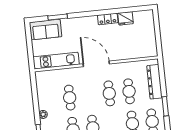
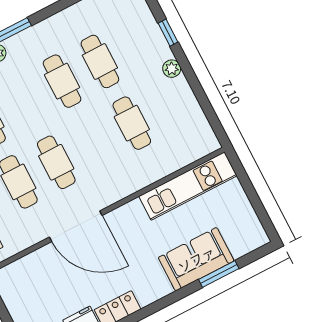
sofa: (46, 29) -> (196, 259), moved
door: (96, 64) -> (76, 226), moved

